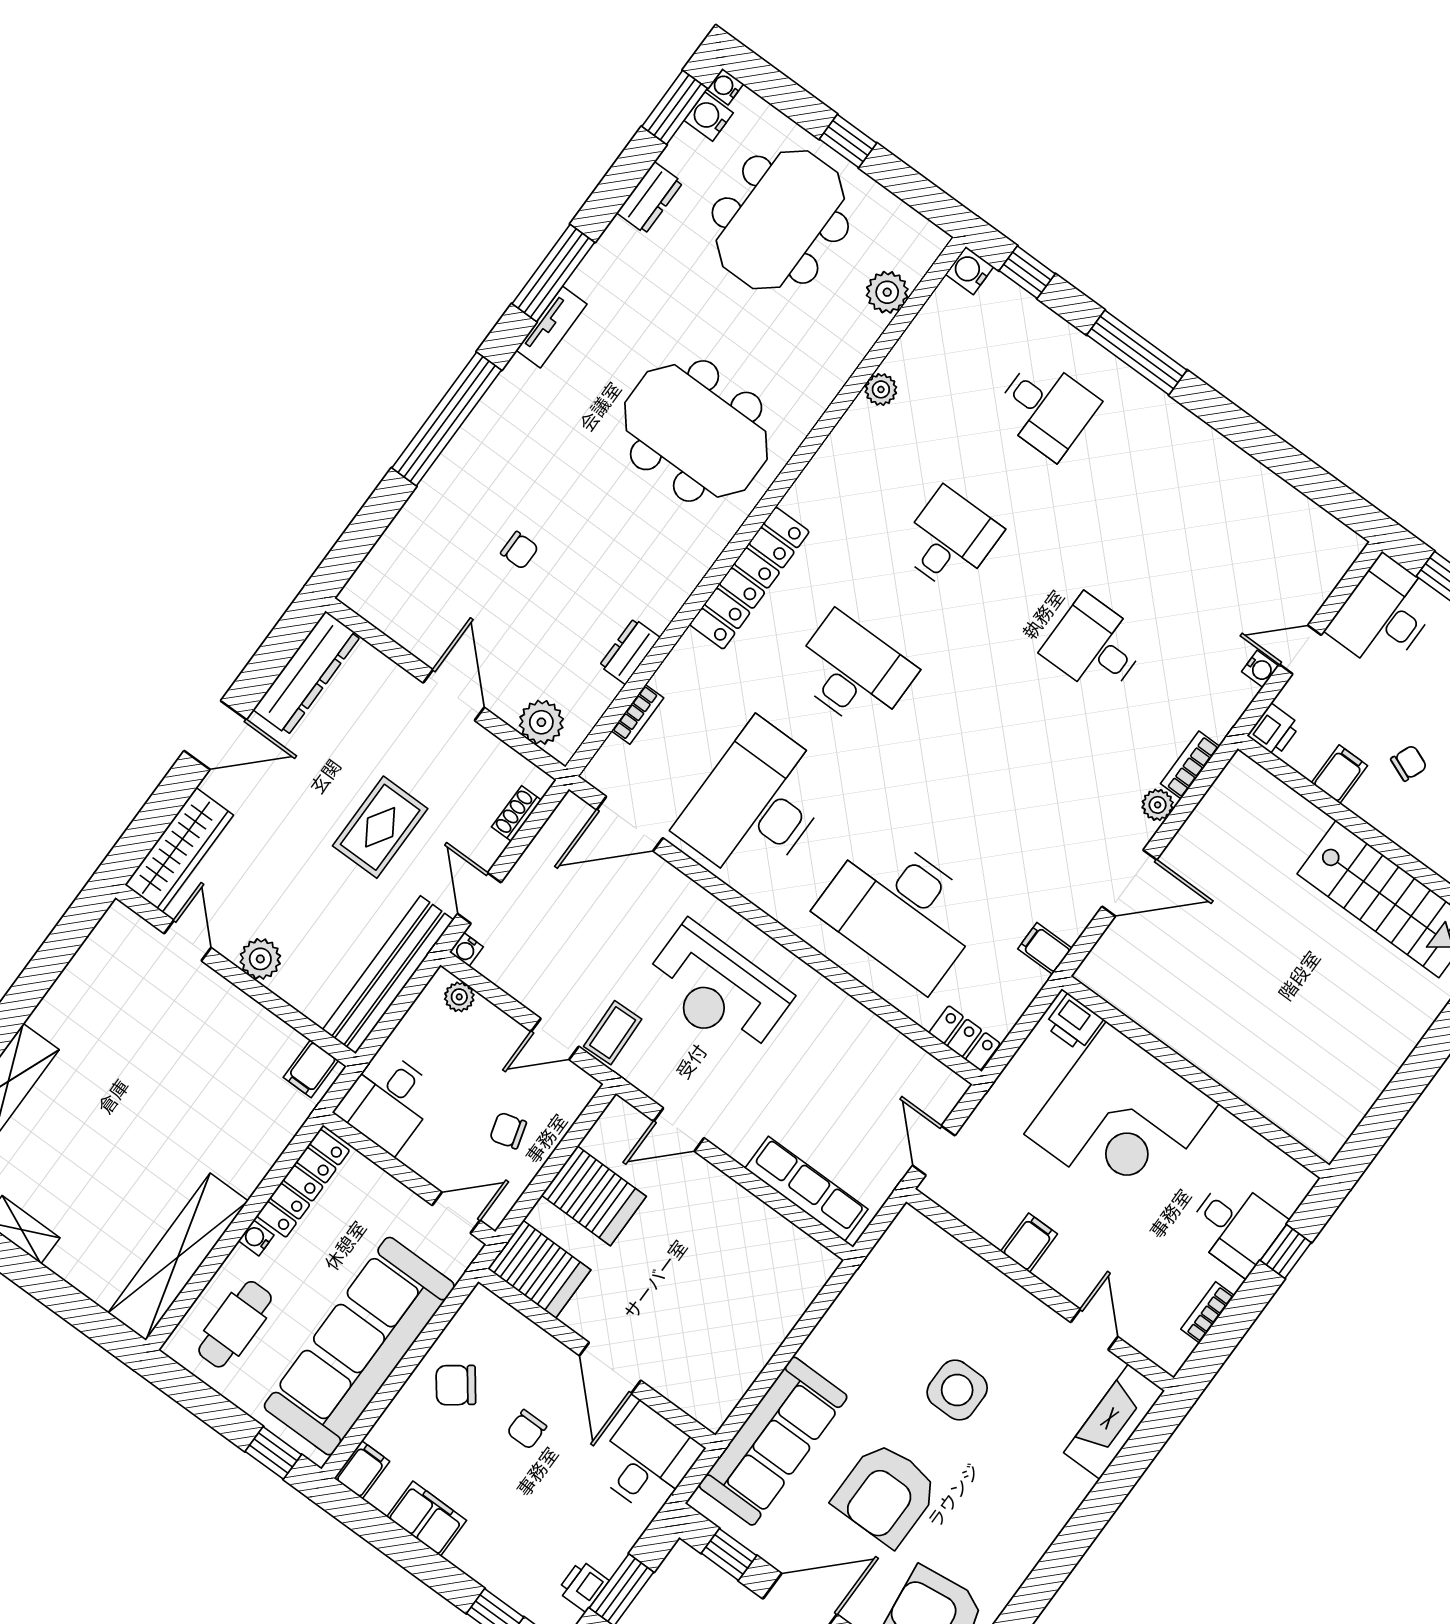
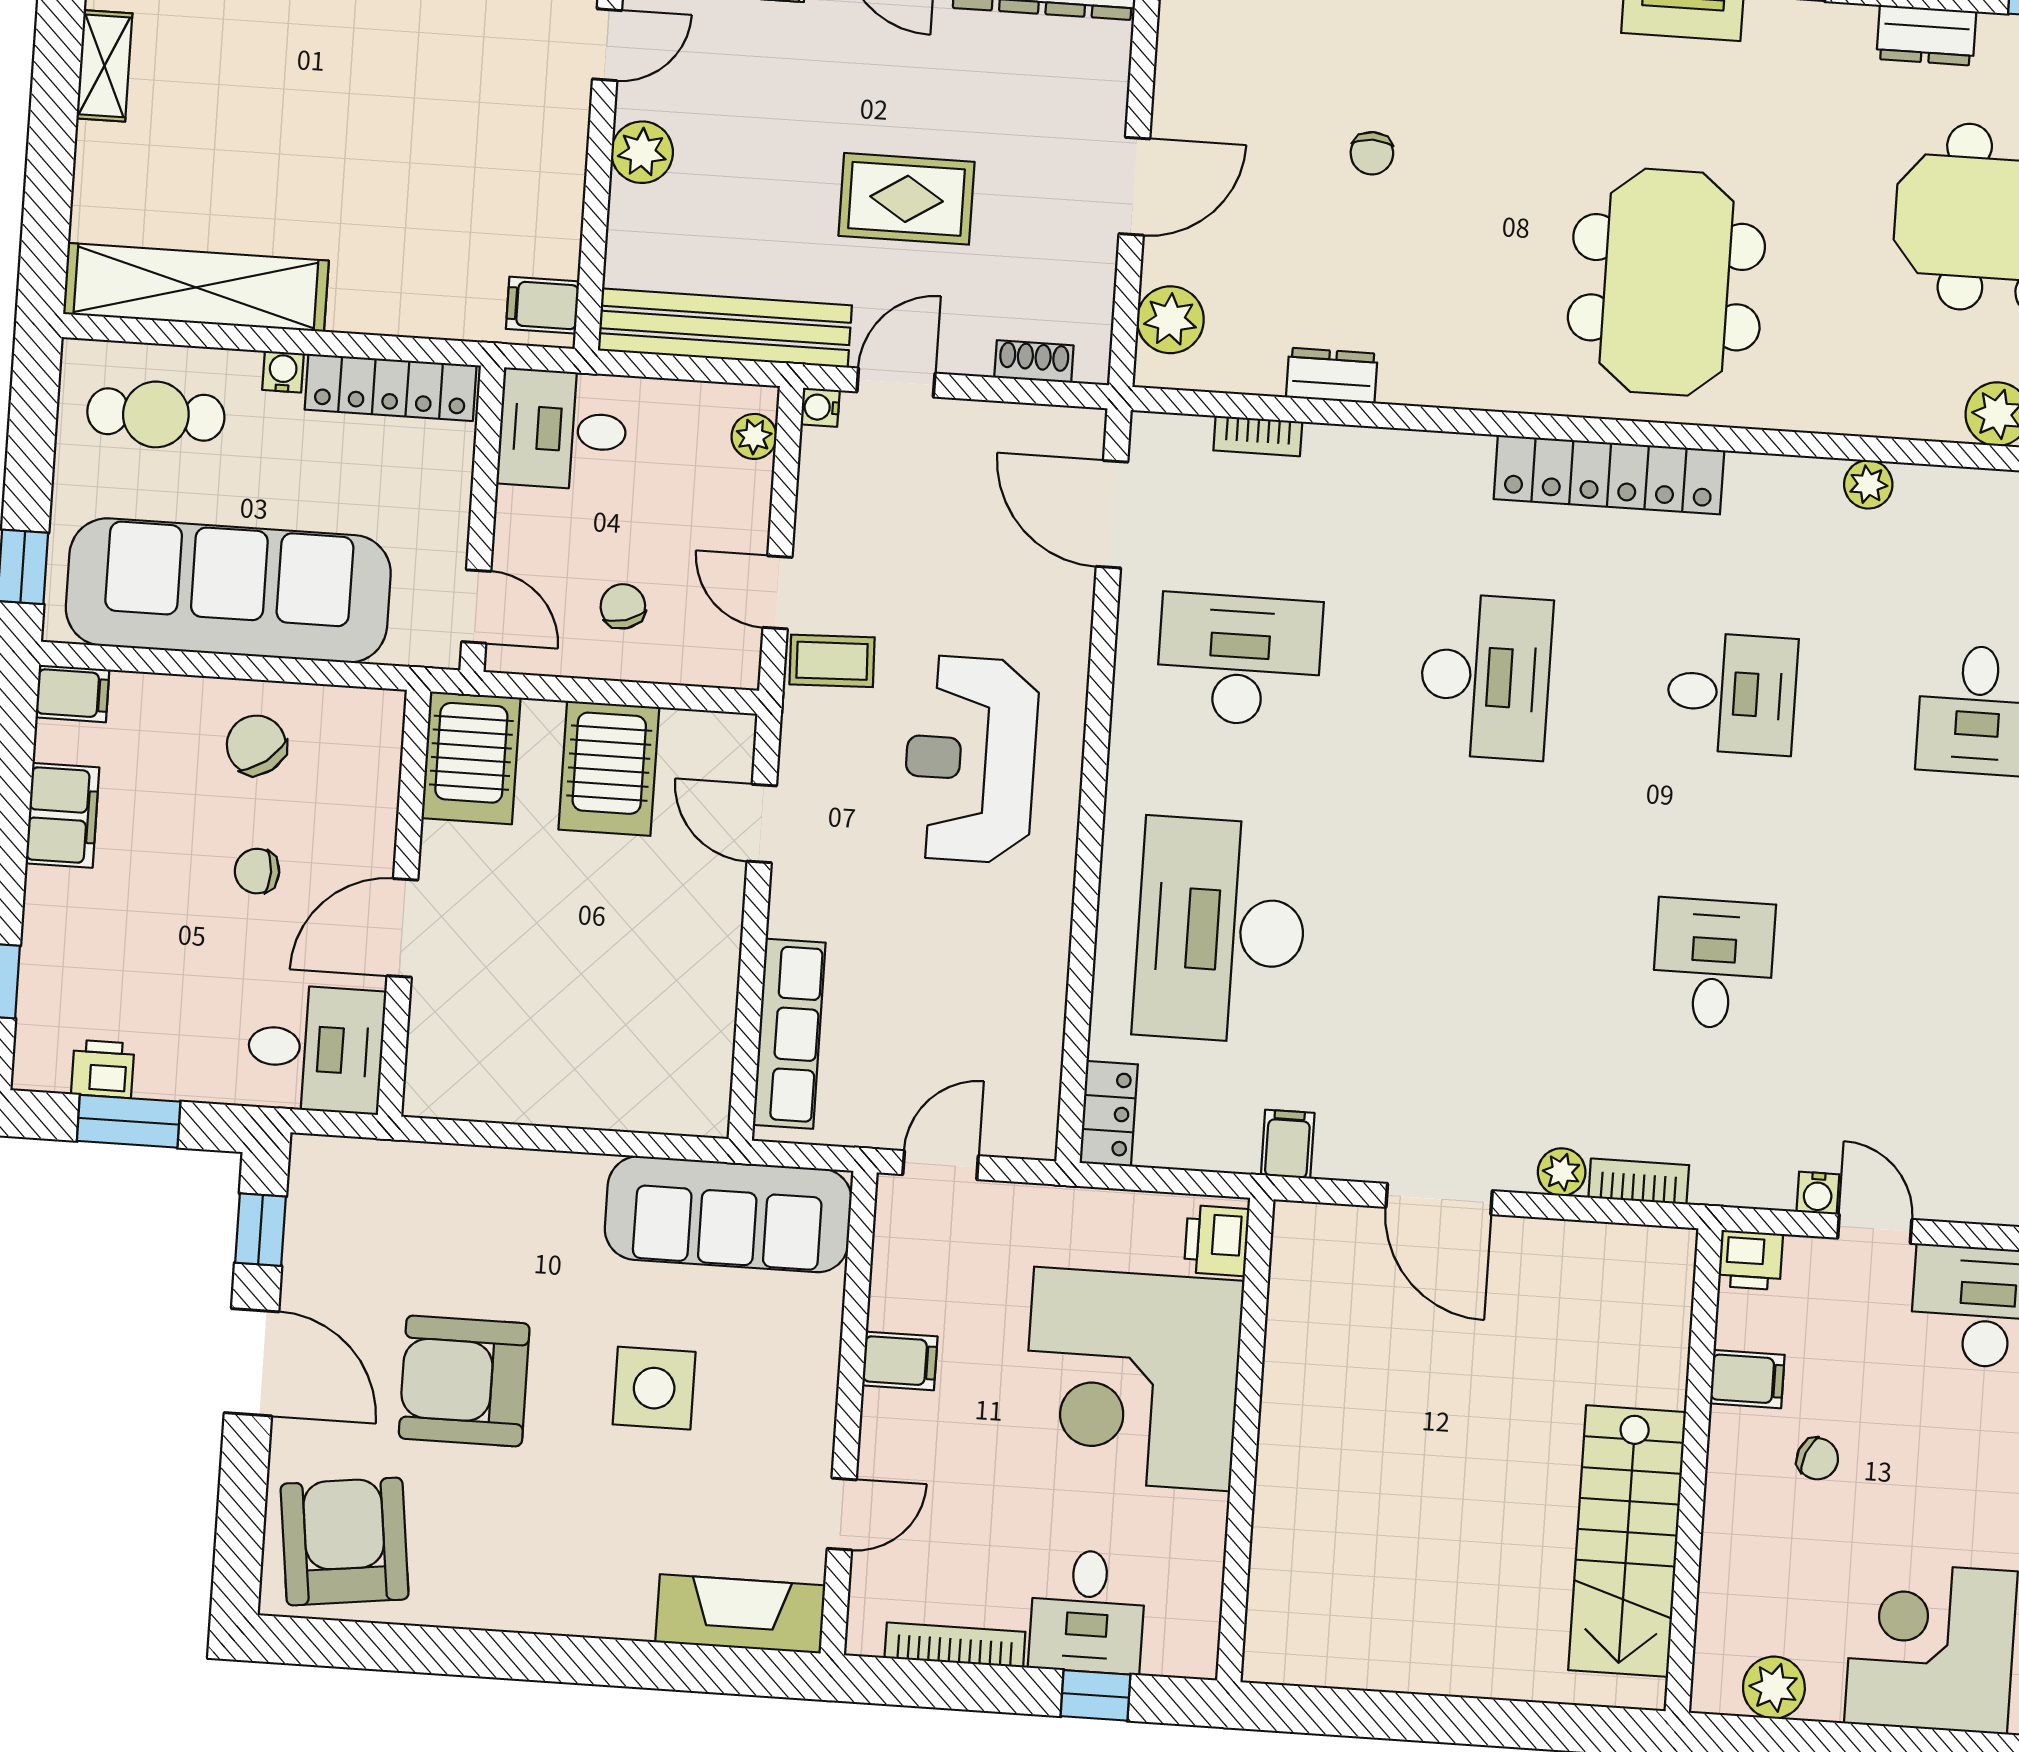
locker: (749, 578) -> (1609, 475), moved
desk: (756, 804) -> (1239, 660), width x0.73, depth x0.77
bookcase: (1208, 1312) -> (955, 1645), width x1.56
sofa: (773, 1441) -> (728, 1214), moved

